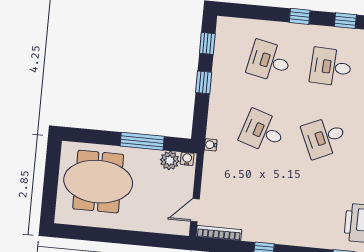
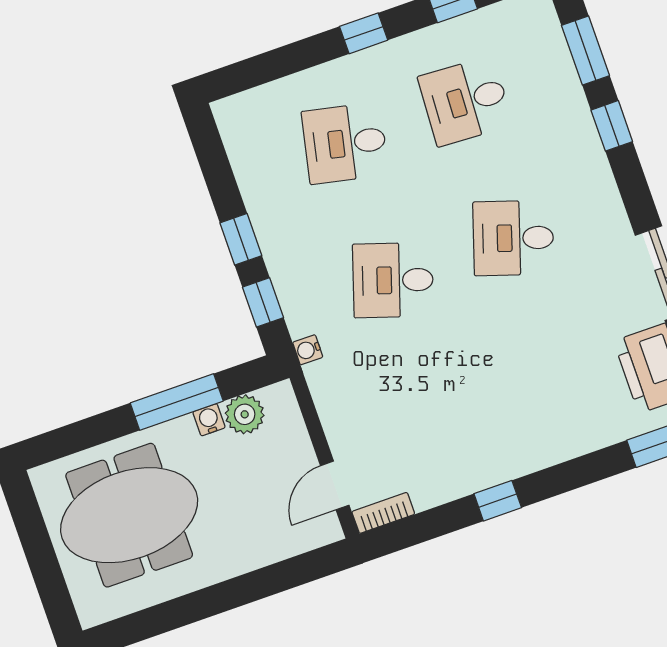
window: (207, 43) -> (263, 302), moved
desk: (324, 137) -> (513, 238), turned 42
water cooler: (187, 159) -> (209, 420), moved
bookcase: (219, 233) -> (383, 513), width x0.64

